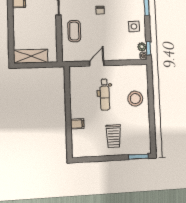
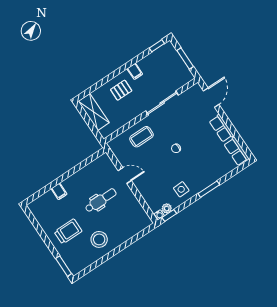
pallet: (27, 24) -> (121, 90), added
dental chair: (105, 95) -> (101, 200), turned 180
stool: (135, 99) -> (99, 239), moved
trolley: (113, 136) -> (68, 231), turned 180

